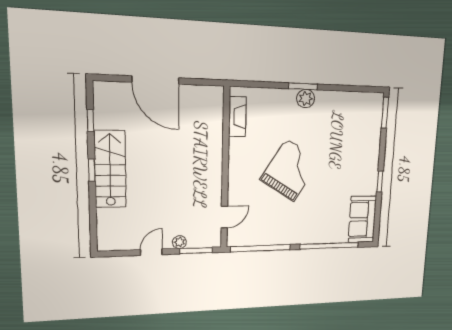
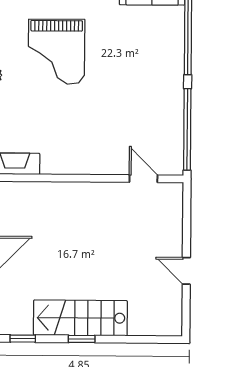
grand piano: (290, 170) -> (56, 52), moved, turned -122
plant: (179, 242) -> (175, 236), removed
window: (196, 251) -> (187, 215), removed

